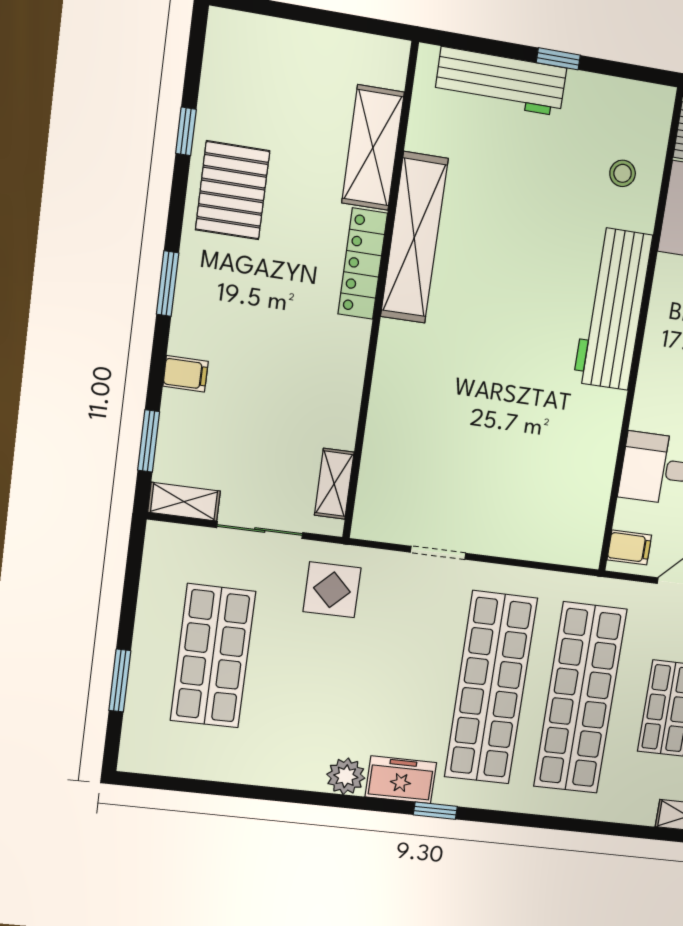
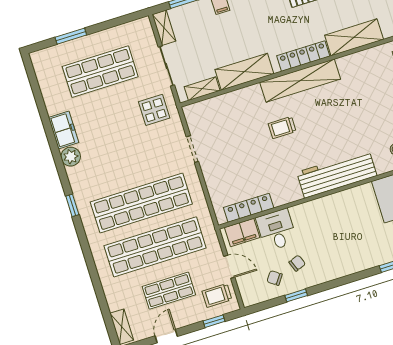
shelving: (414, 238) -> (300, 81), moved
trolley: (478, 369) -> (282, 128), added
shelving: (340, 390) -> (244, 72), added
locker: (594, 500) -> (249, 208), added
filing cabinet: (629, 547) -> (242, 232), width x2.00
freezer: (401, 780) -> (64, 130), moved

